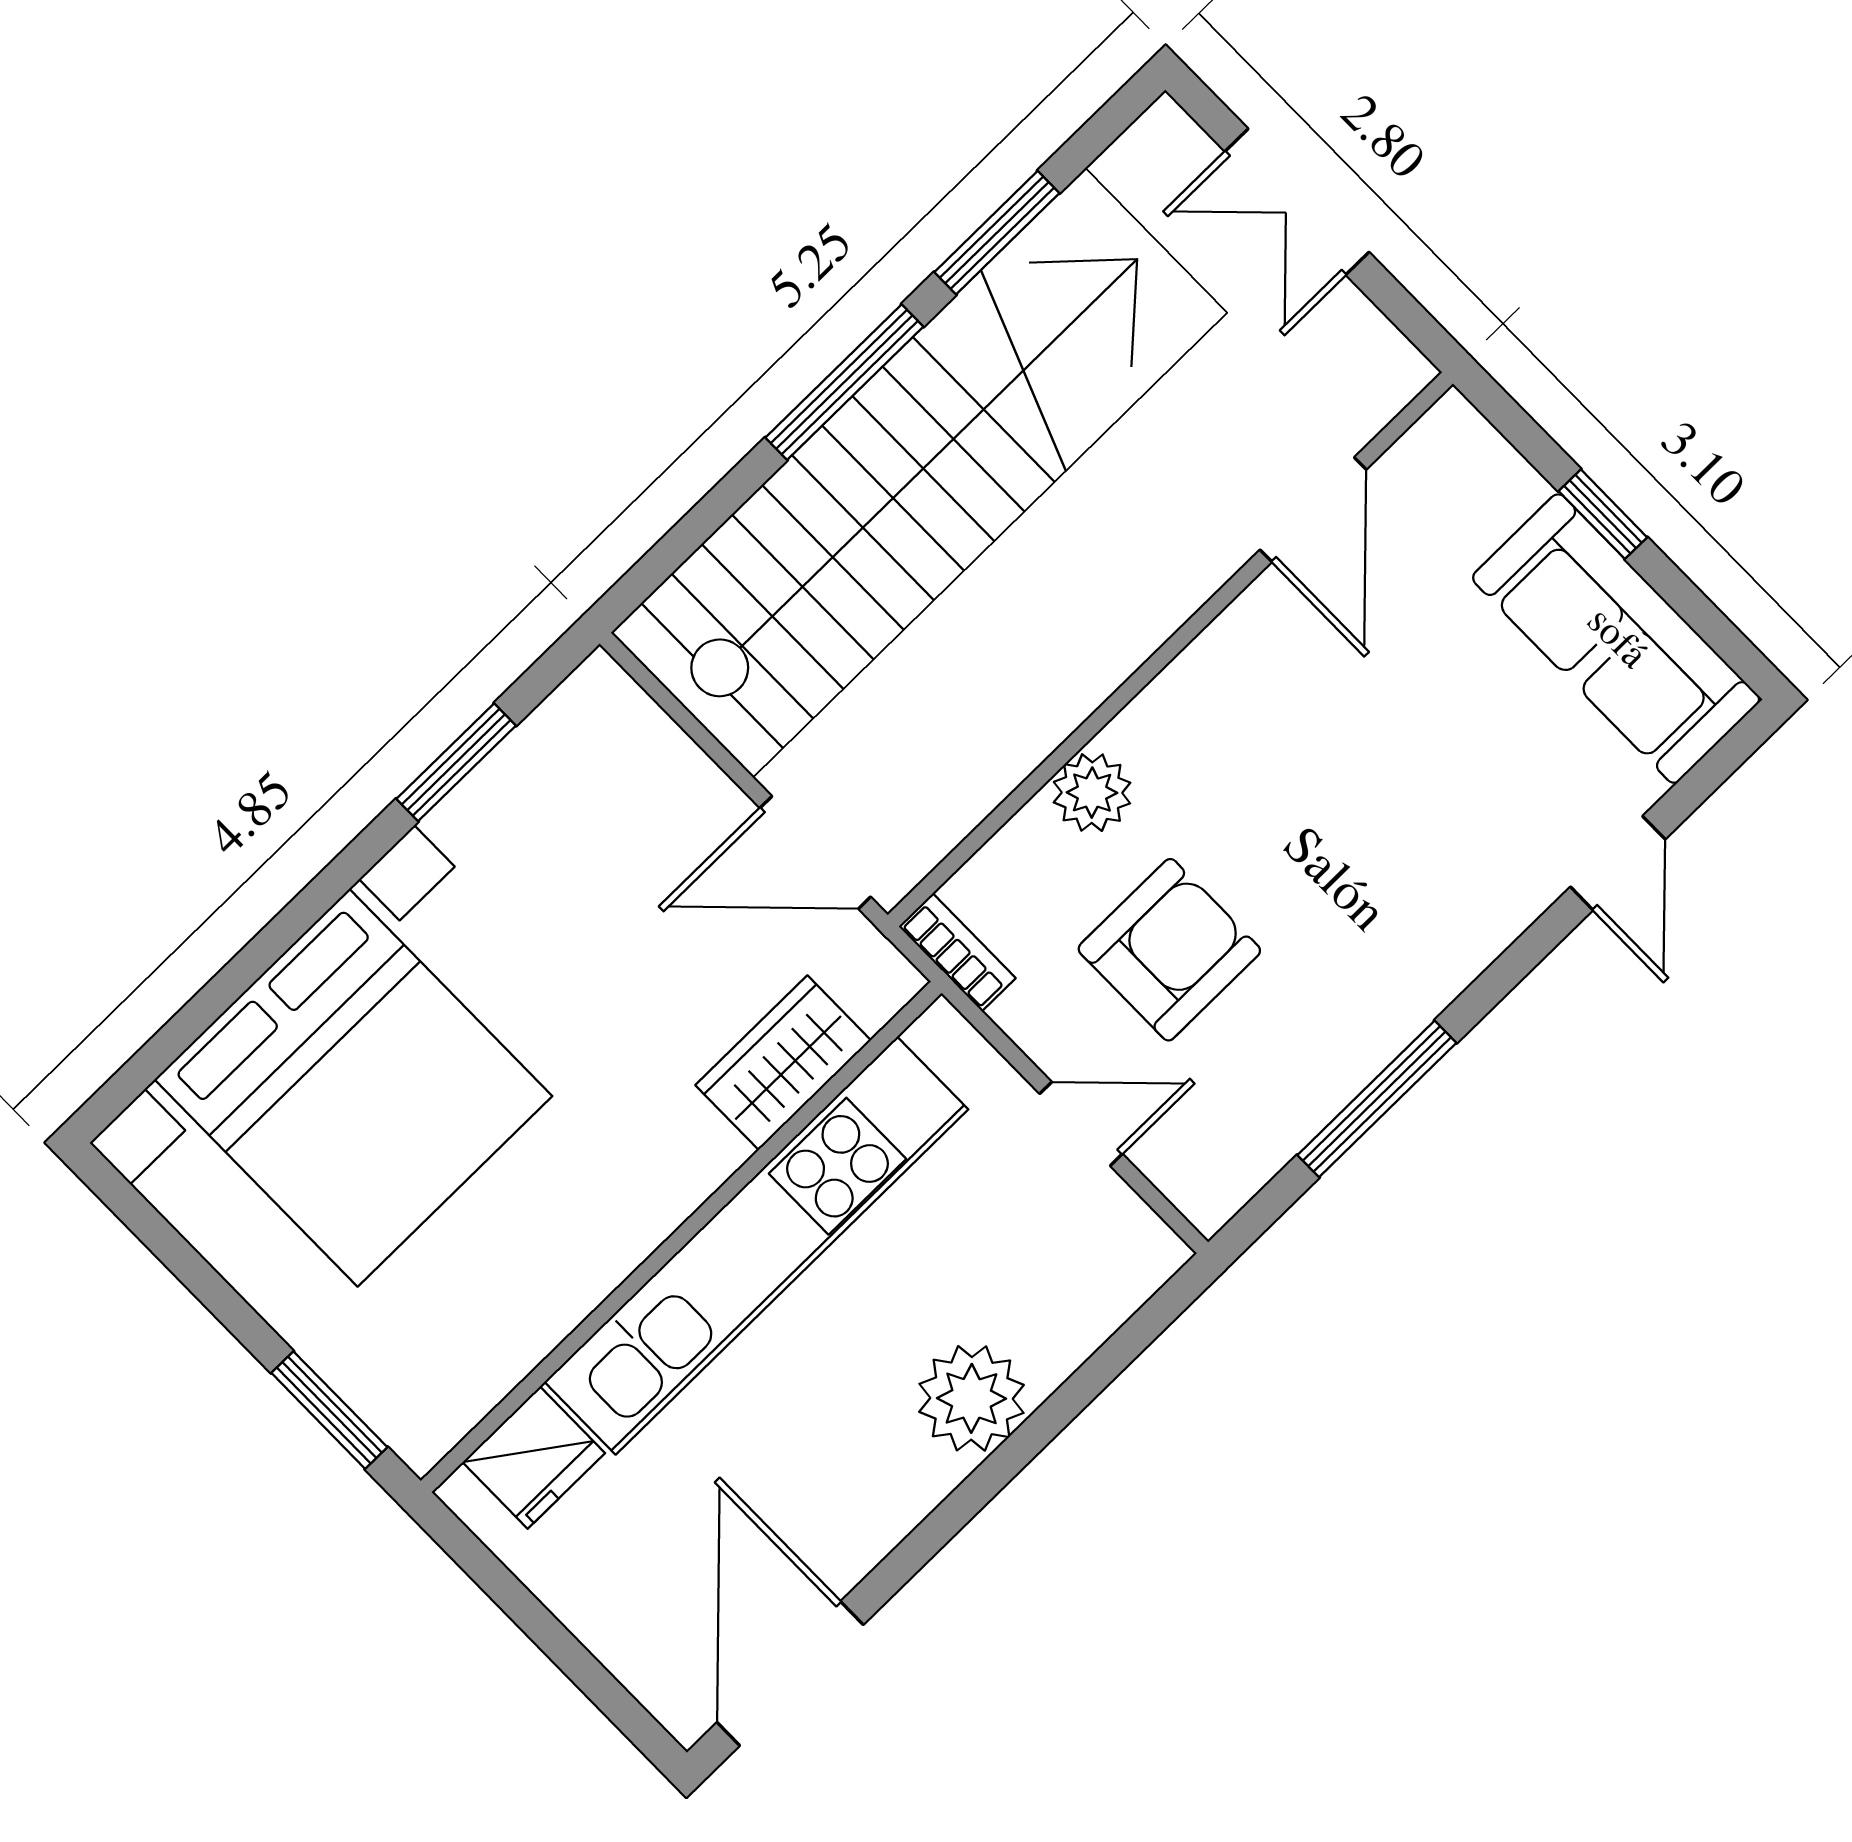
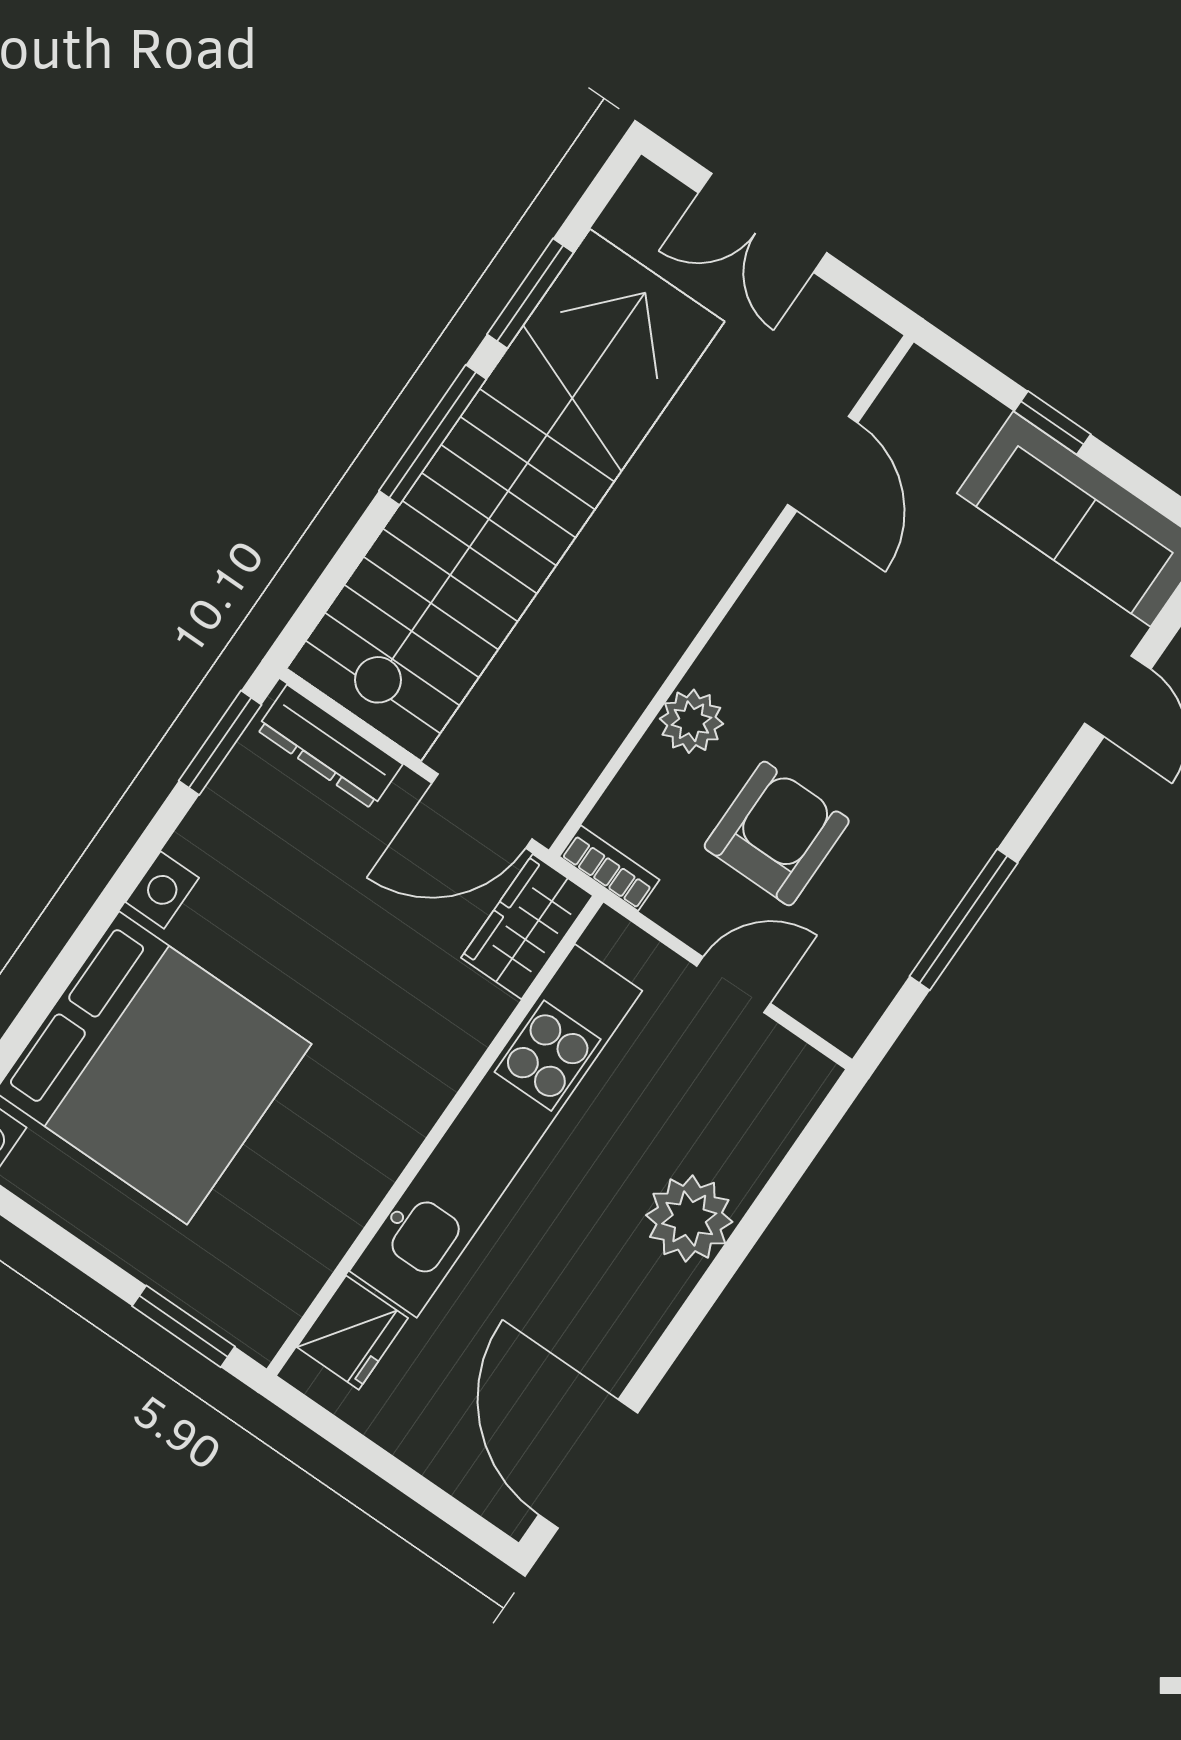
dresser: (645, 738) -> (329, 747), added
window: (456, 762) -> (220, 743), moved
wardrobe: (783, 1063) -> (527, 927), moved

